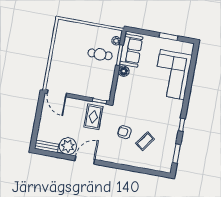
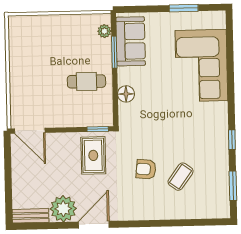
cafe table: (100, 54) -> (86, 81), moved
floor lamp: (124, 71) -> (126, 94), moved

